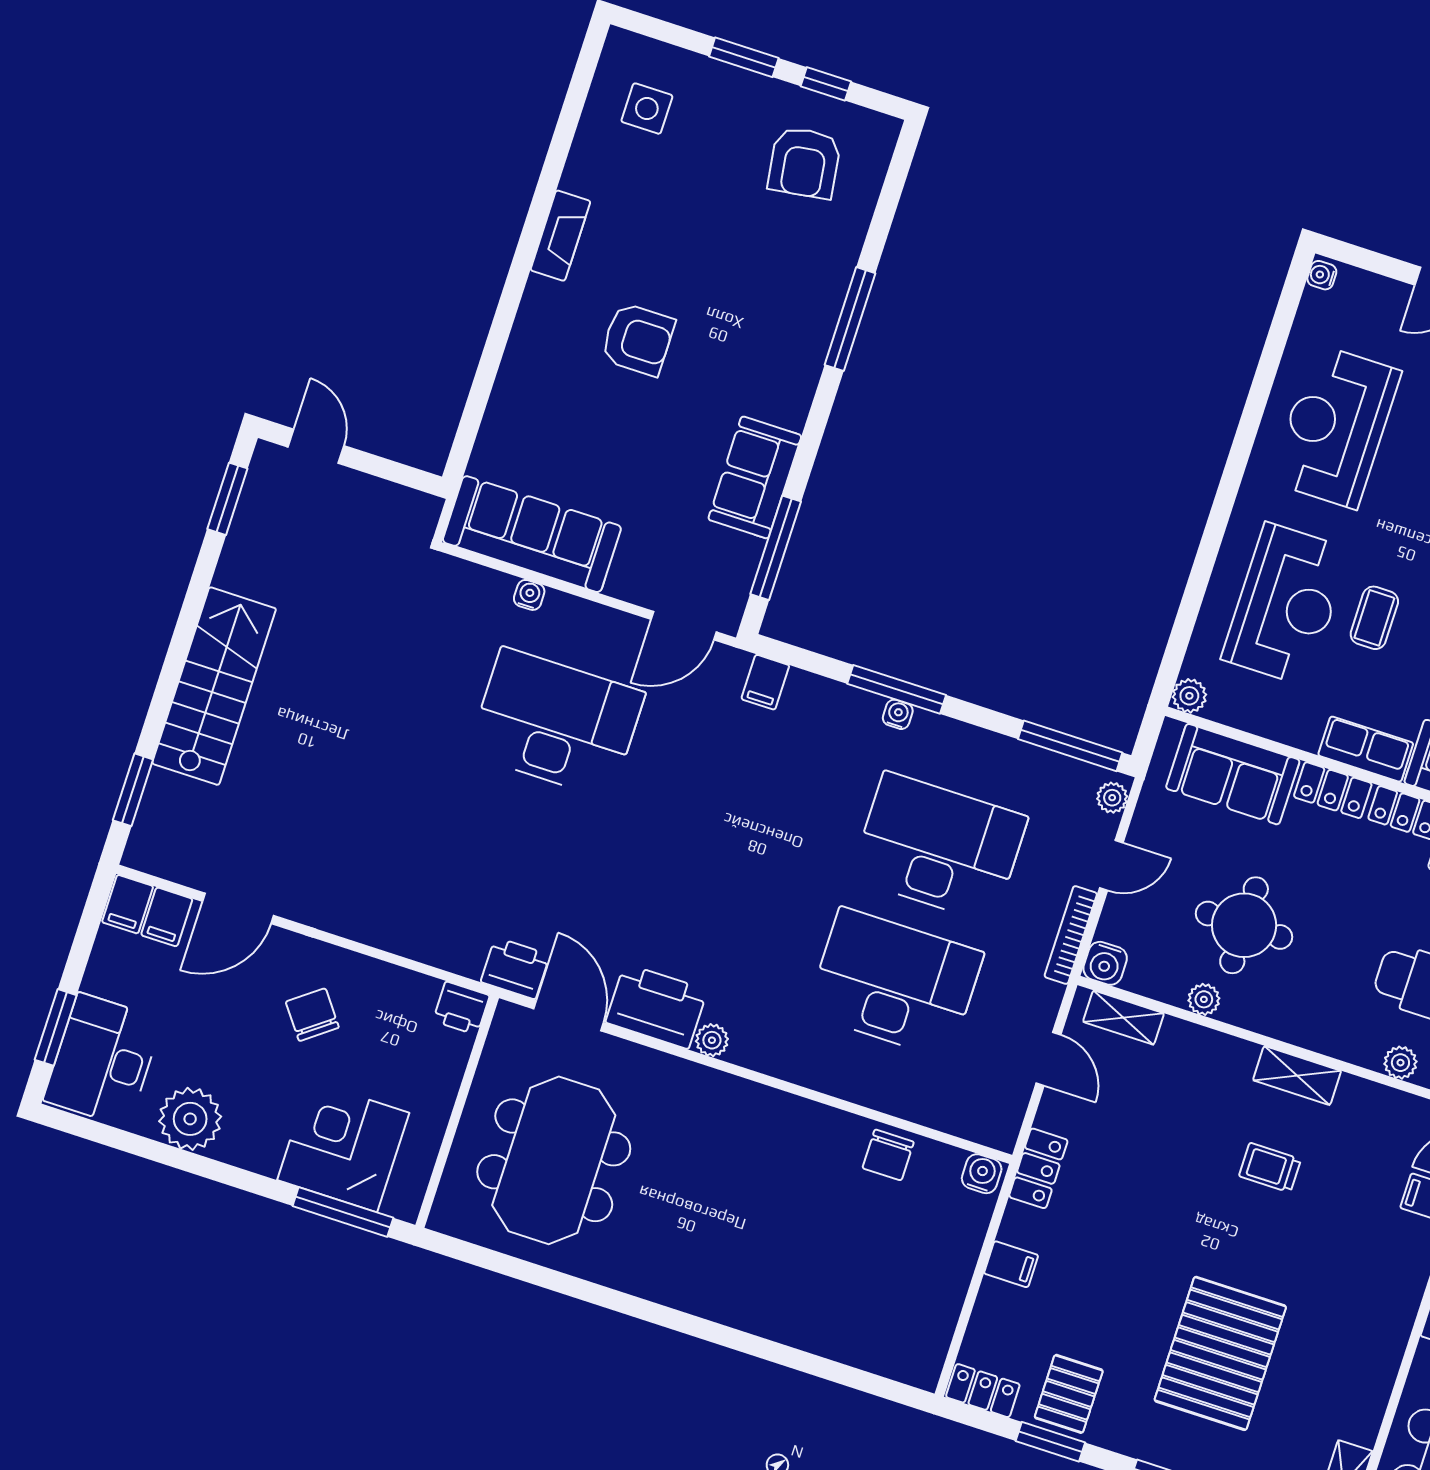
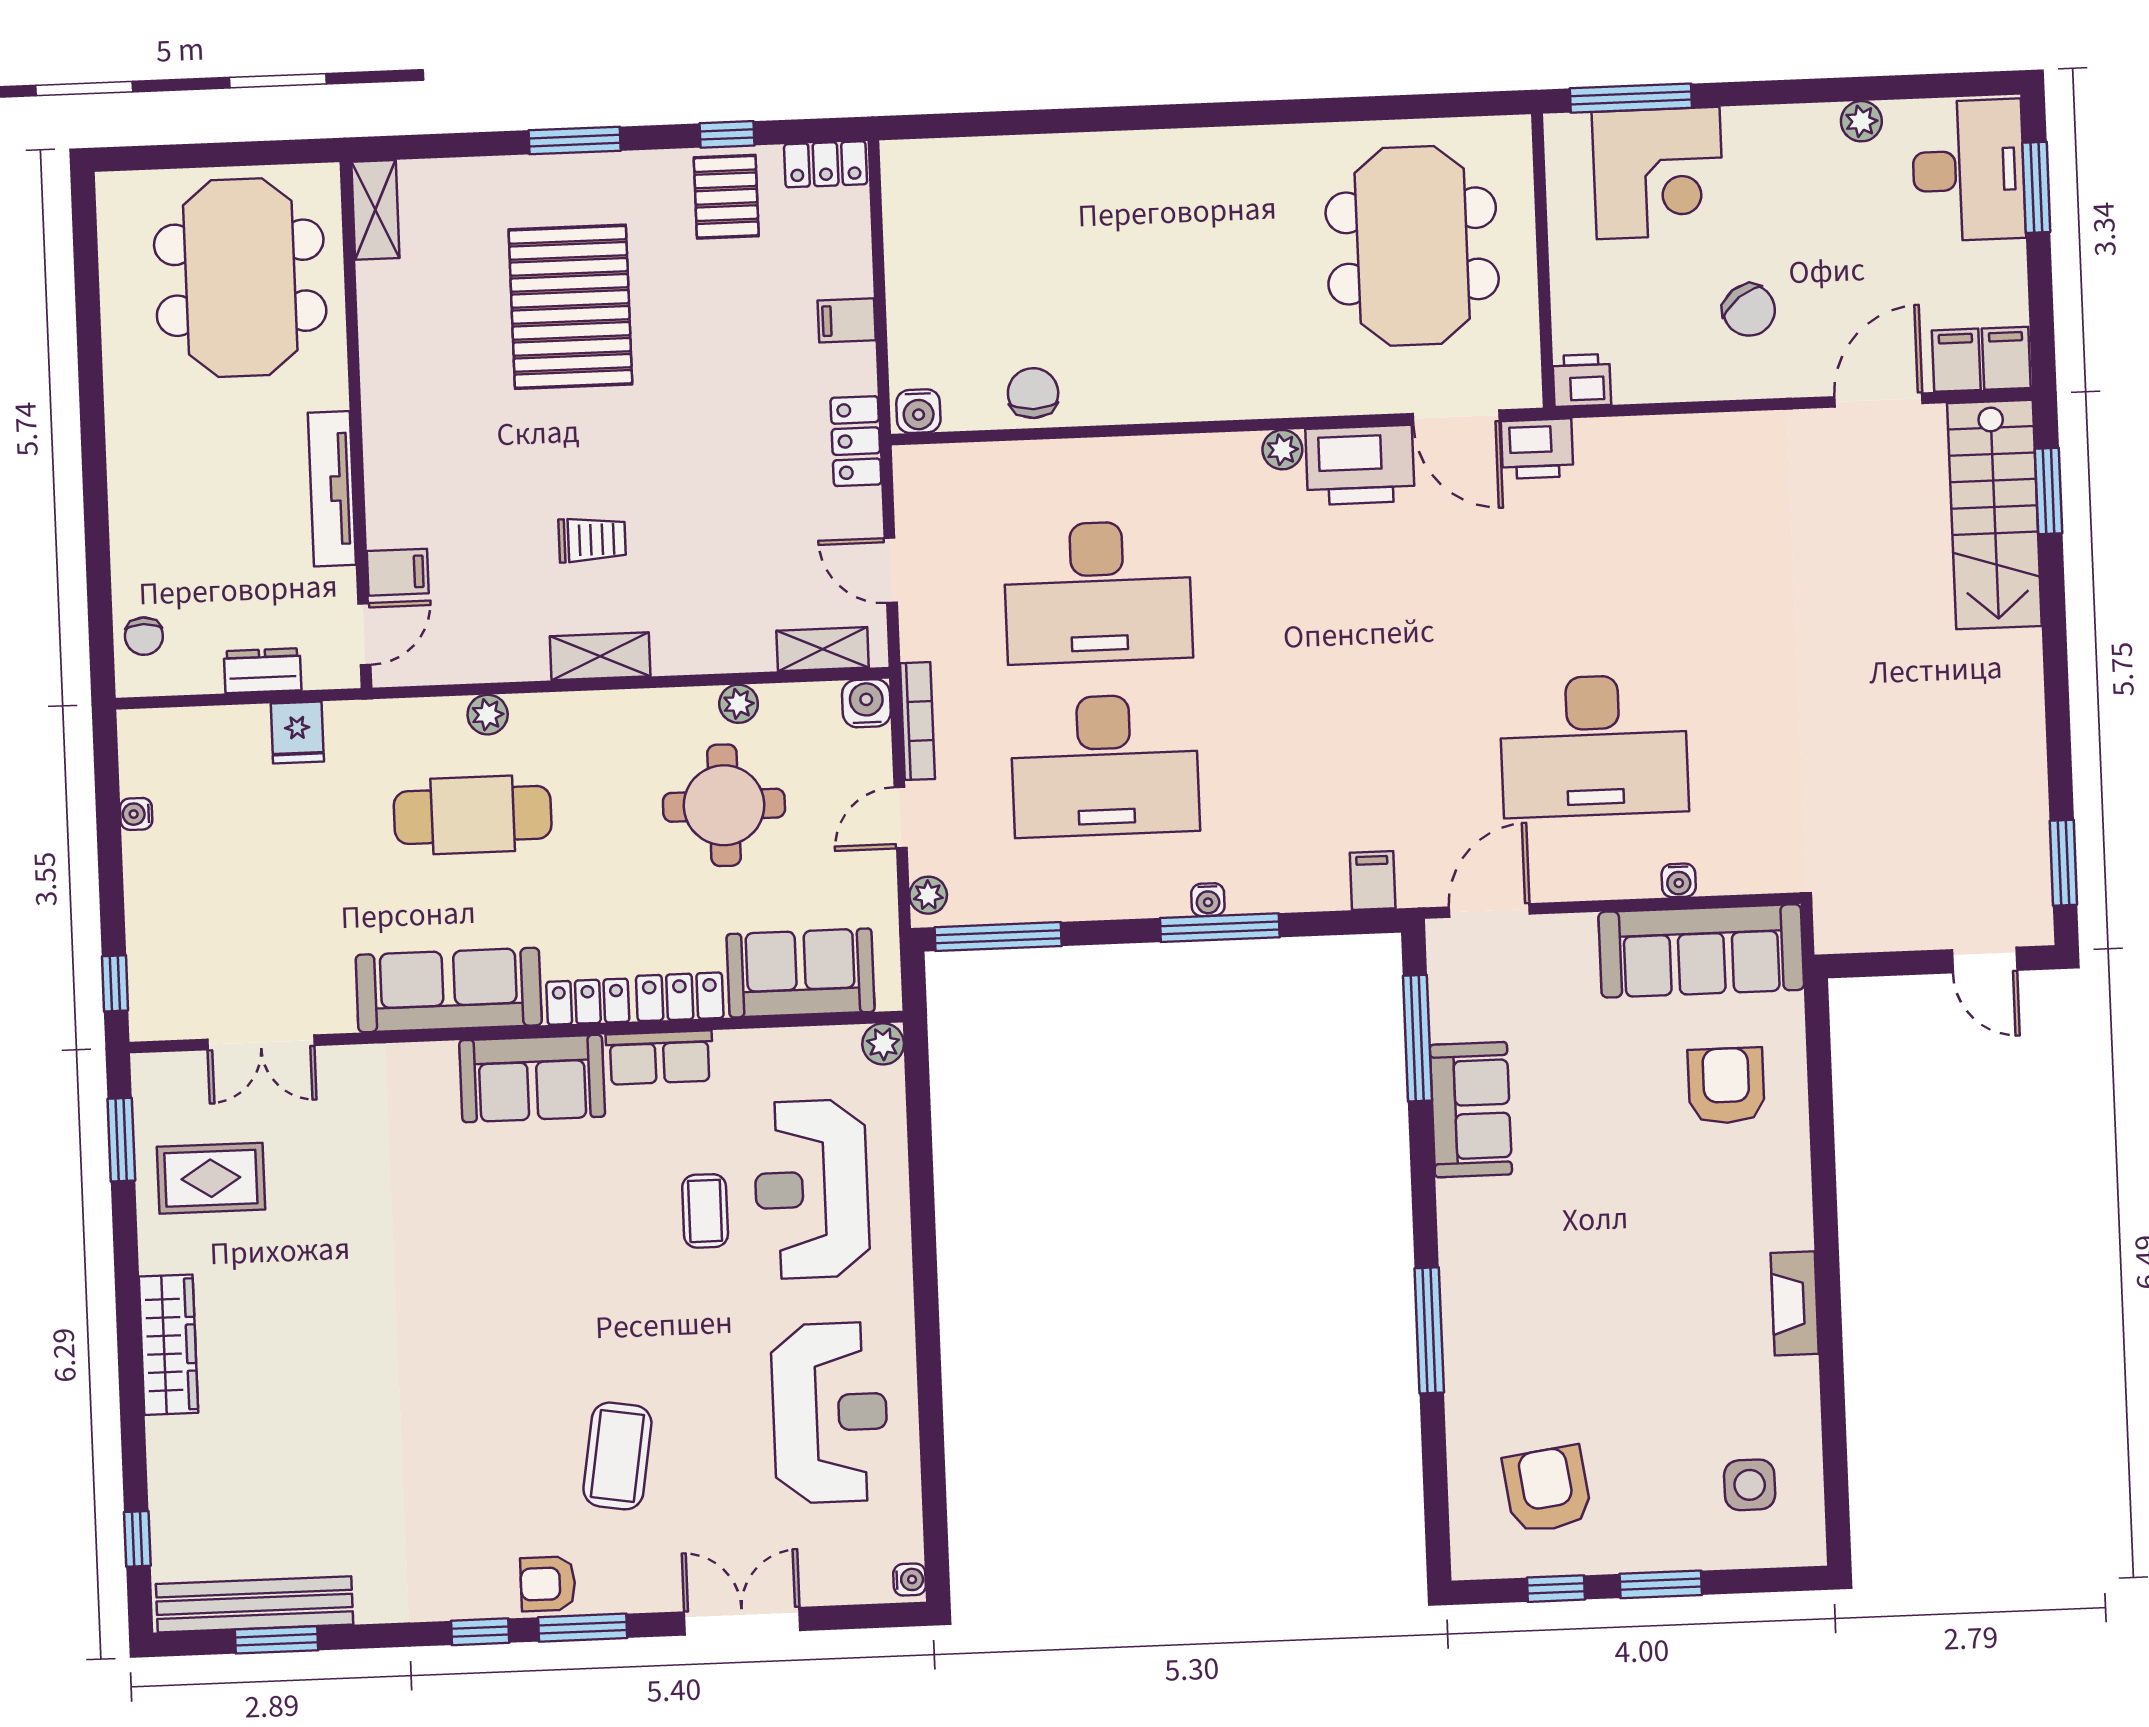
armchair: (638, 339) -> (1726, 1086), moved, turned 90
stairs: (214, 686) -> (1994, 515), moved
plant: (190, 1119) -> (1861, 121), width x0.53, depth x0.53
window: (1050, 1442) -> (727, 134), width x0.67

